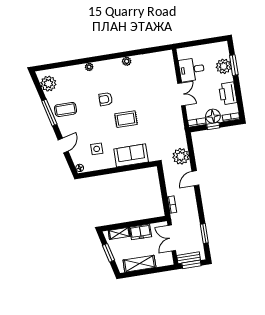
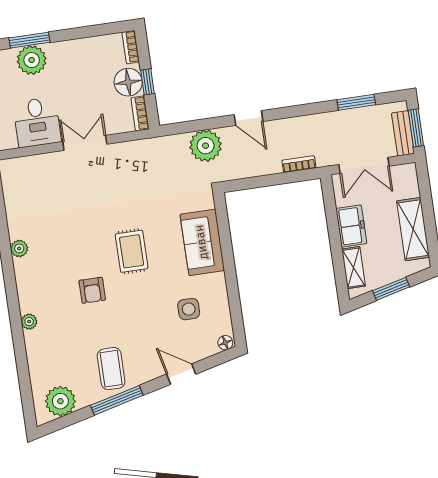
printer: (228, 93) -> (84, 52), removed

